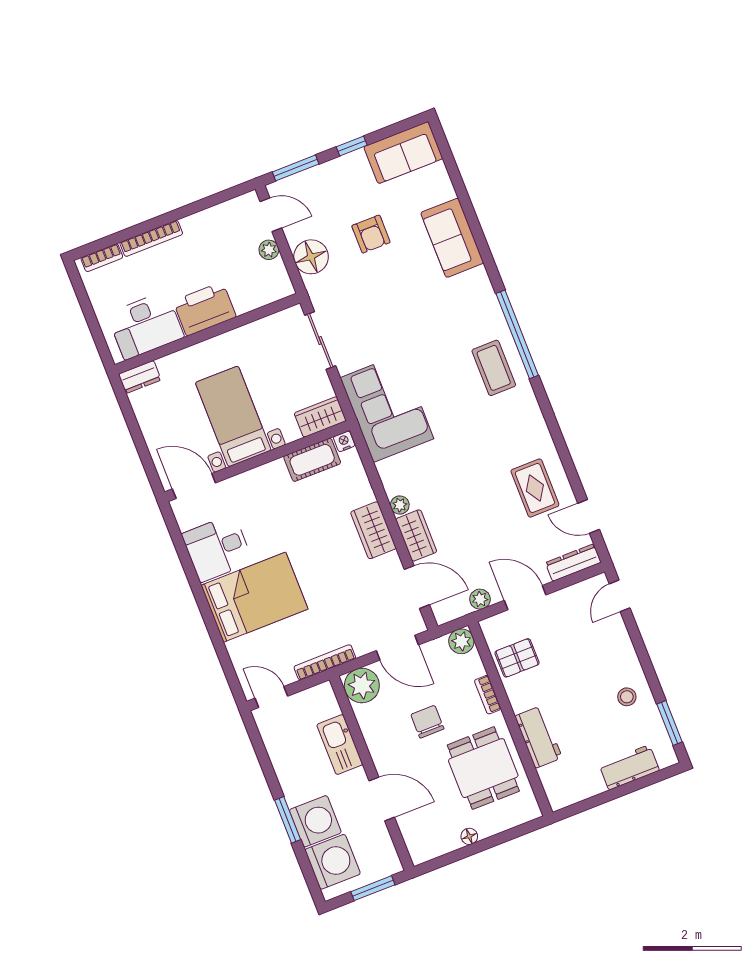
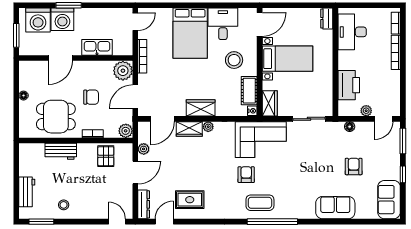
armchair: (371, 234) -> (354, 166), turned 90
floor lamp: (311, 257) -> (350, 127), width x0.53, depth x0.53
printer: (205, 309) -> (349, 85), moved
armchair: (455, 410) -> (246, 175), added
stool: (271, 505) -> (234, 60), added

